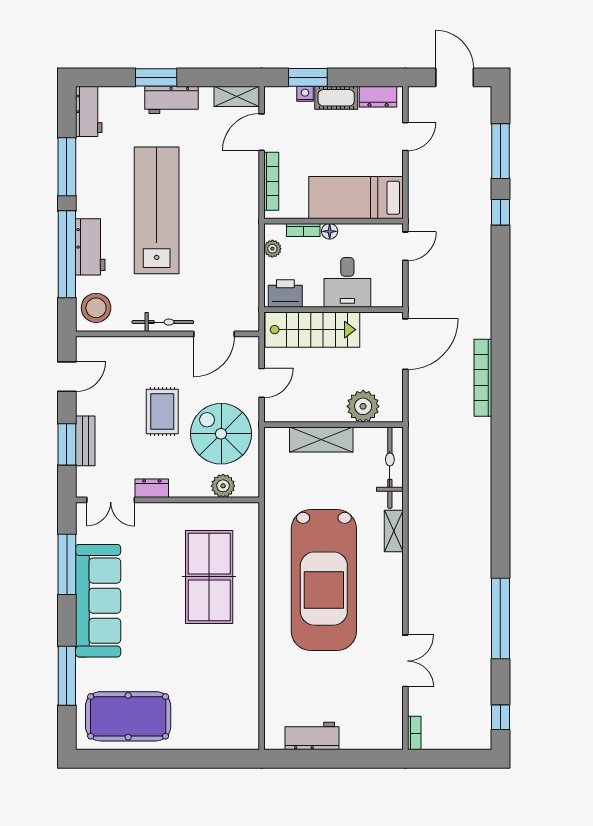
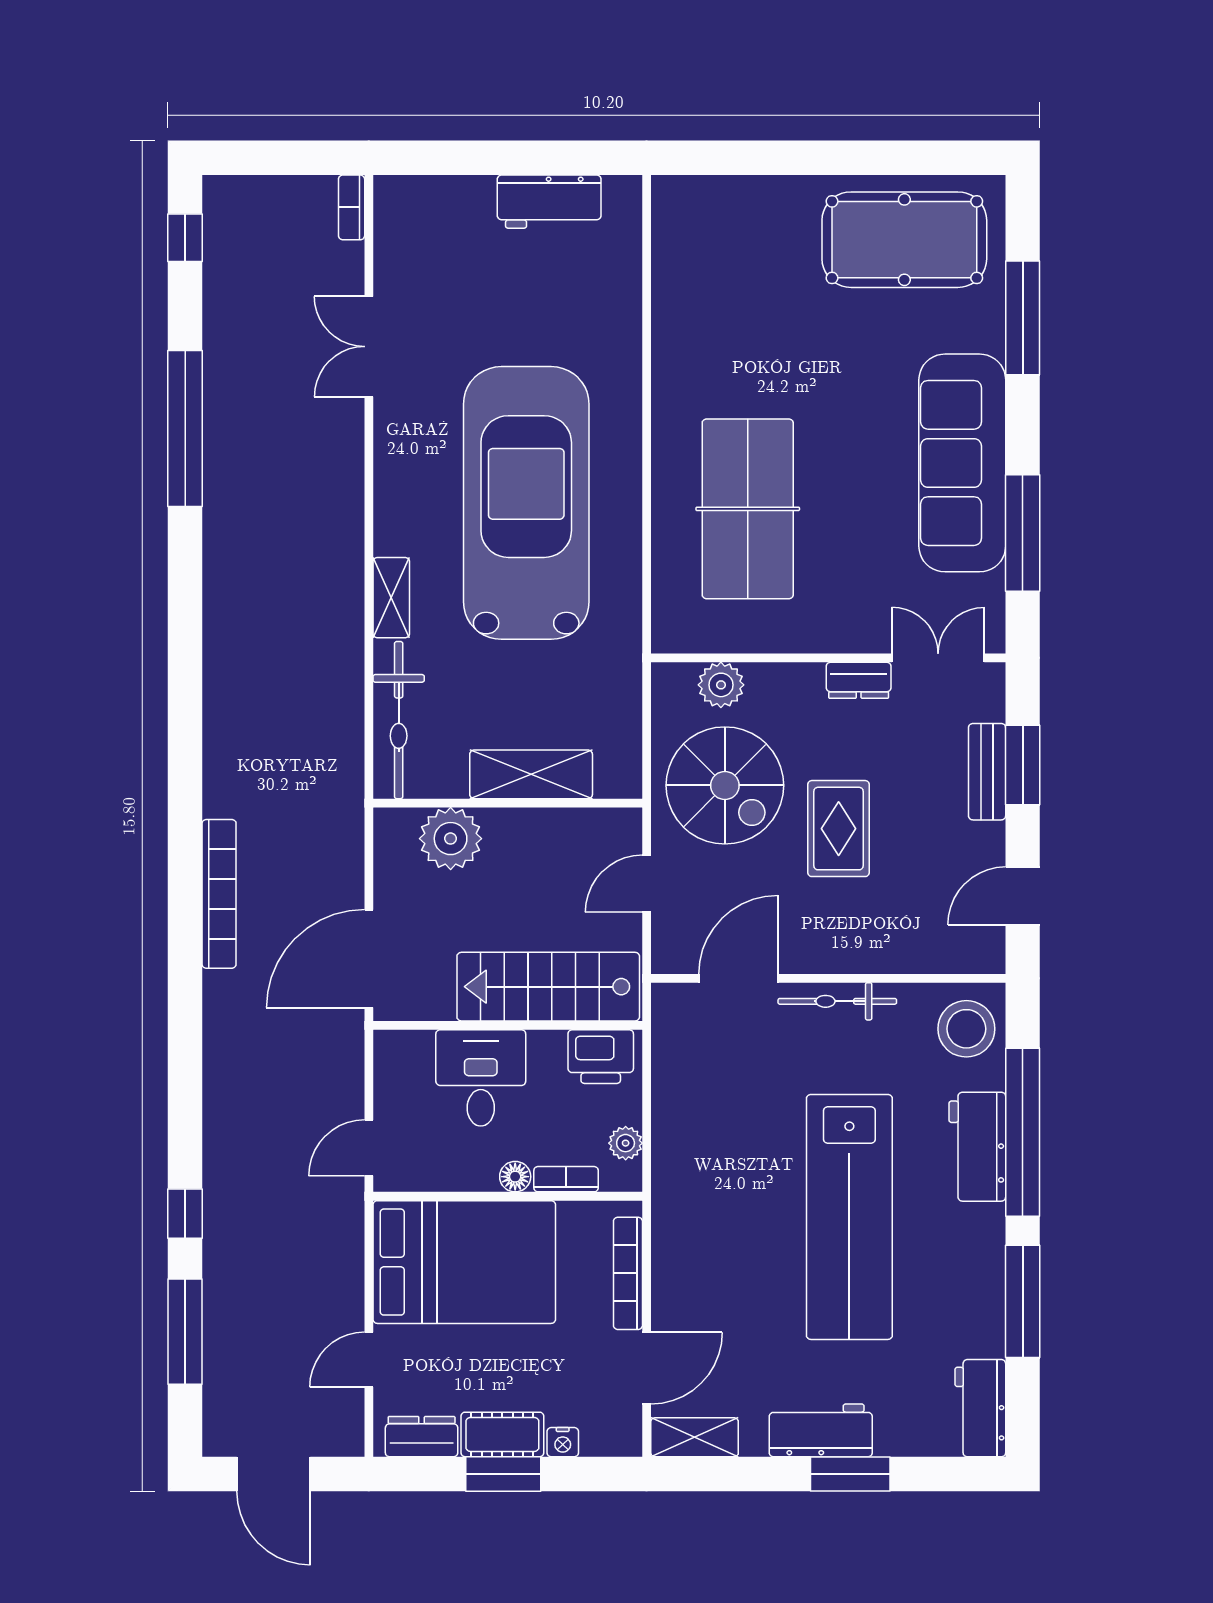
window: (308, 77) -> (503, 1474), moved
bed: (356, 198) -> (464, 1262), width x1.50

